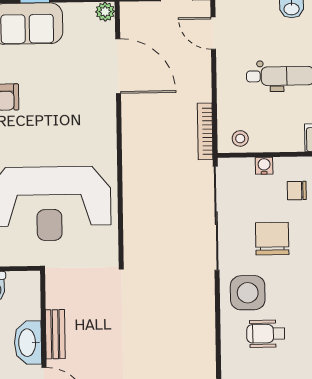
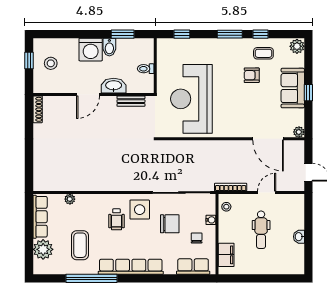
door: (213, 33) -> (267, 193), moved
door: (118, 66) -> (268, 139), hinge flipped
bench: (55, 334) -> (131, 101), moved
wheelchair: (266, 334) -> (116, 219), turned 180

